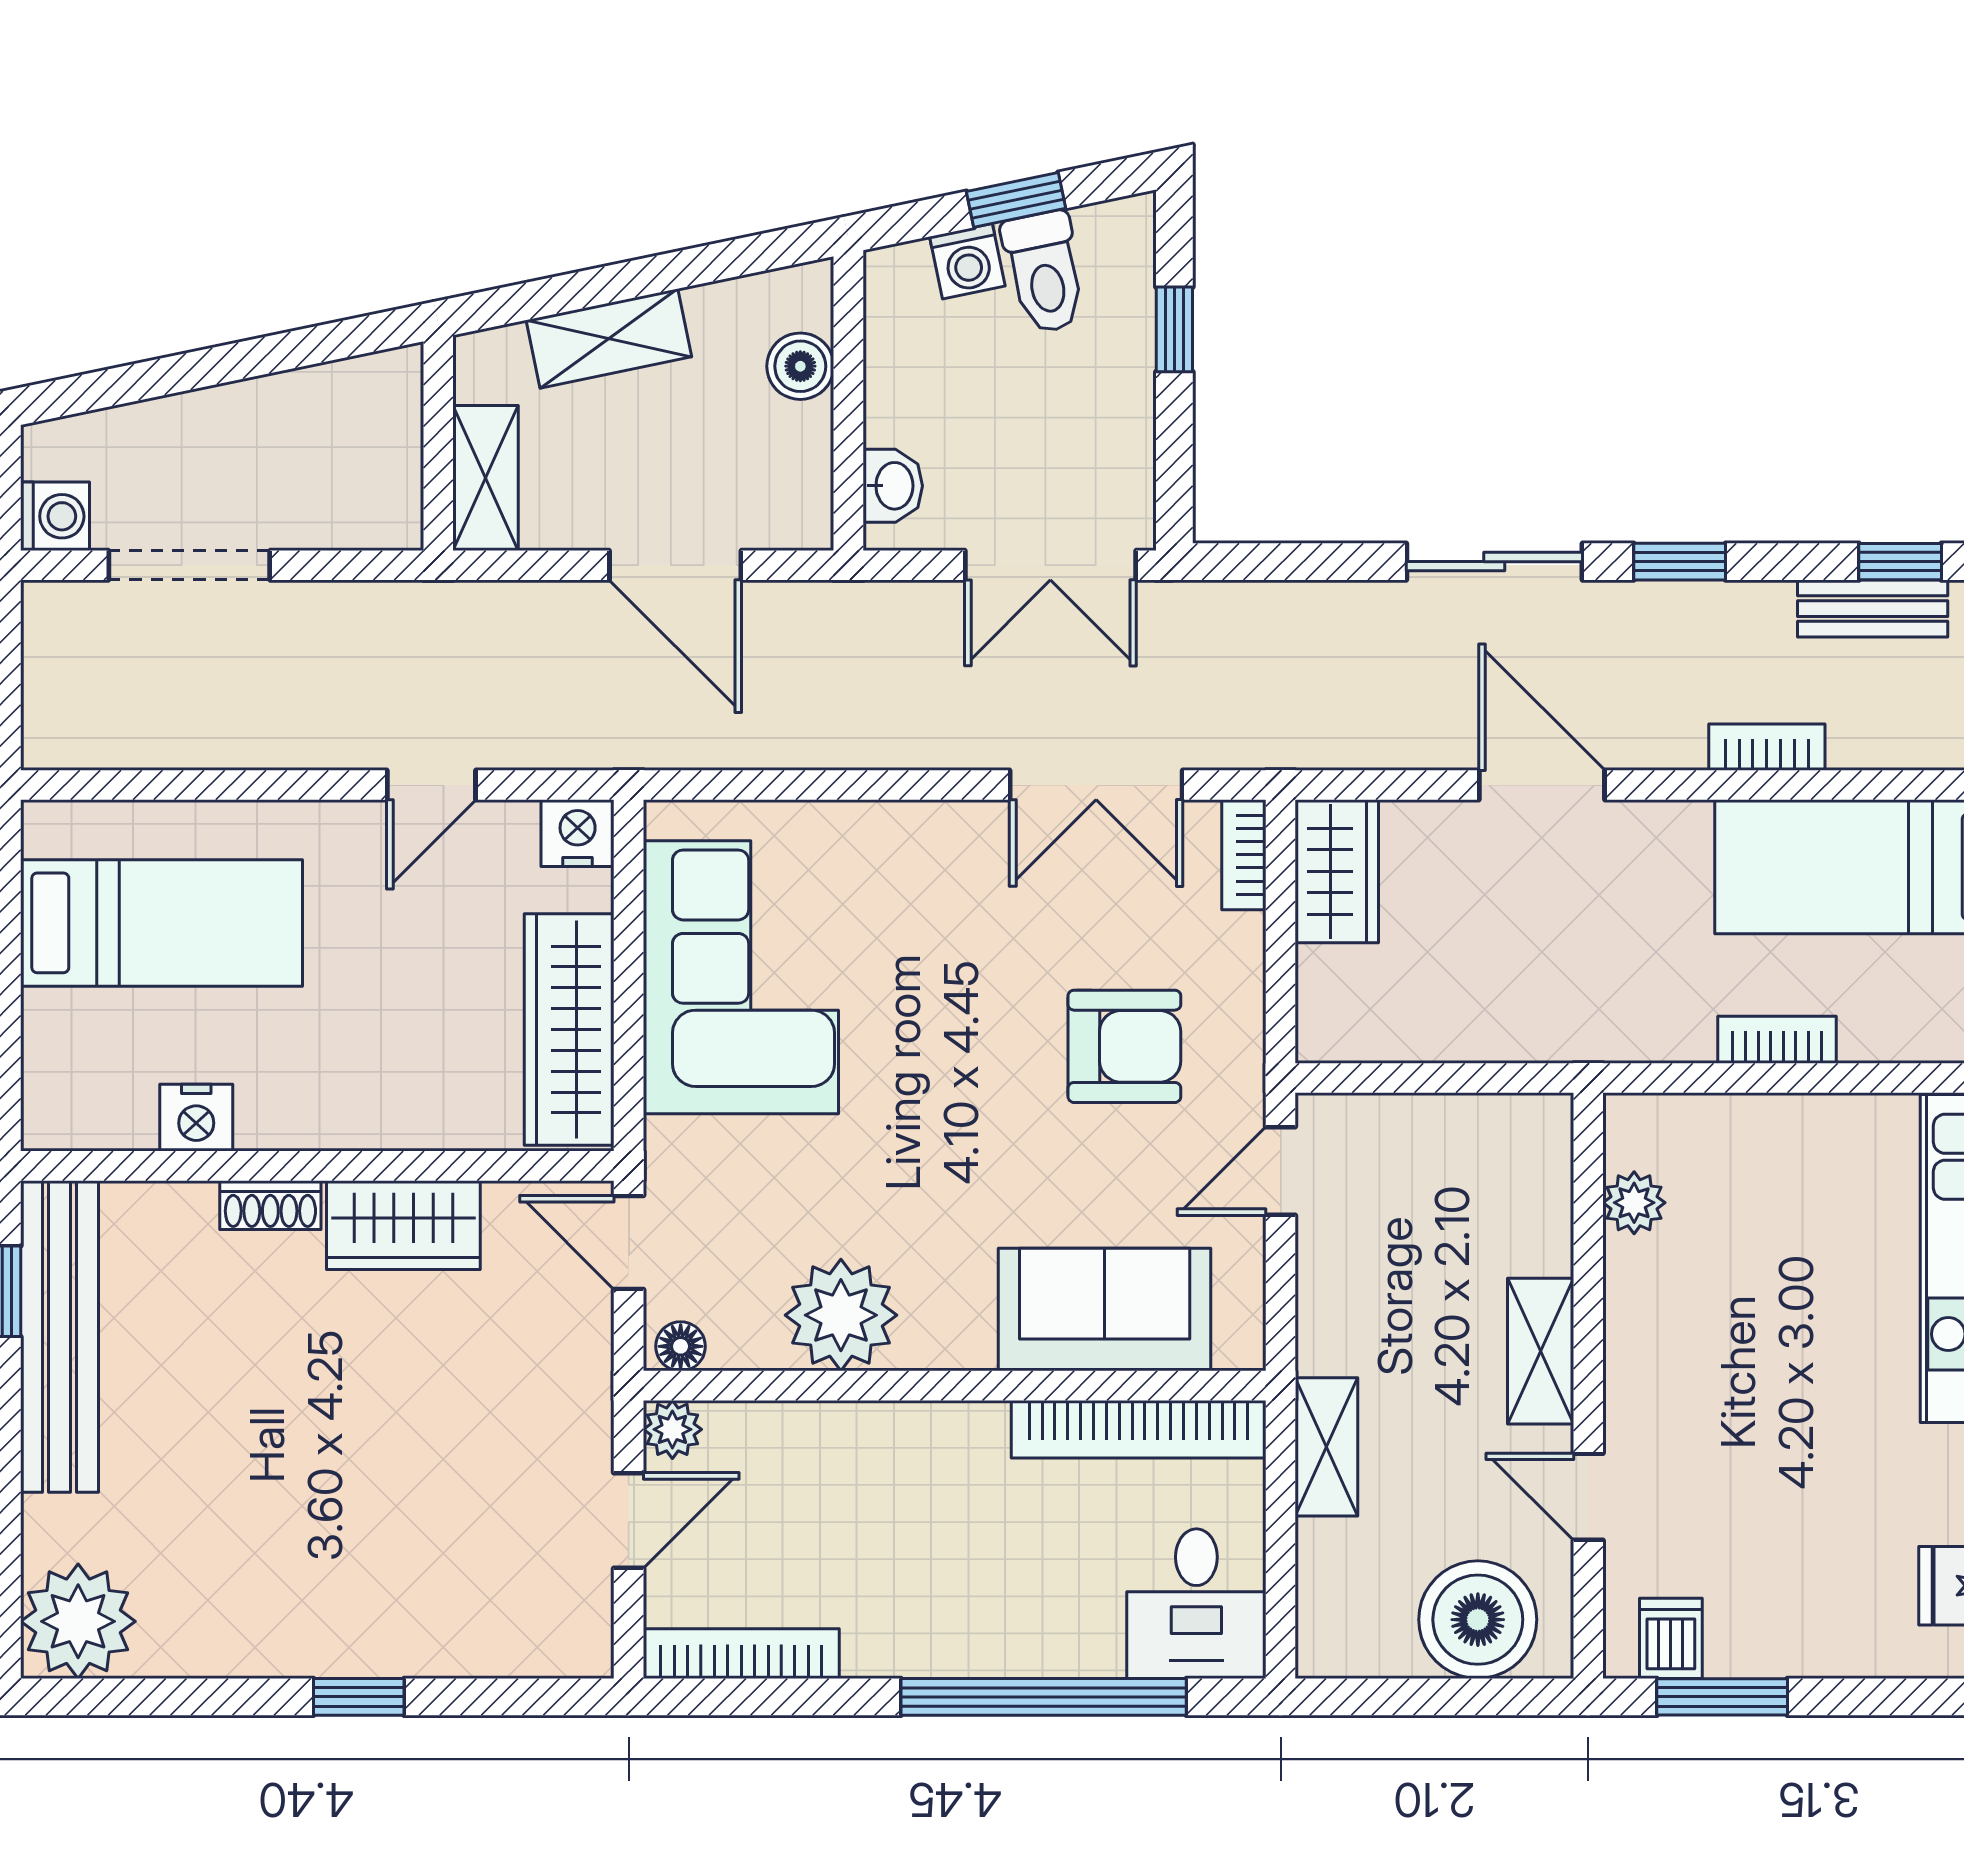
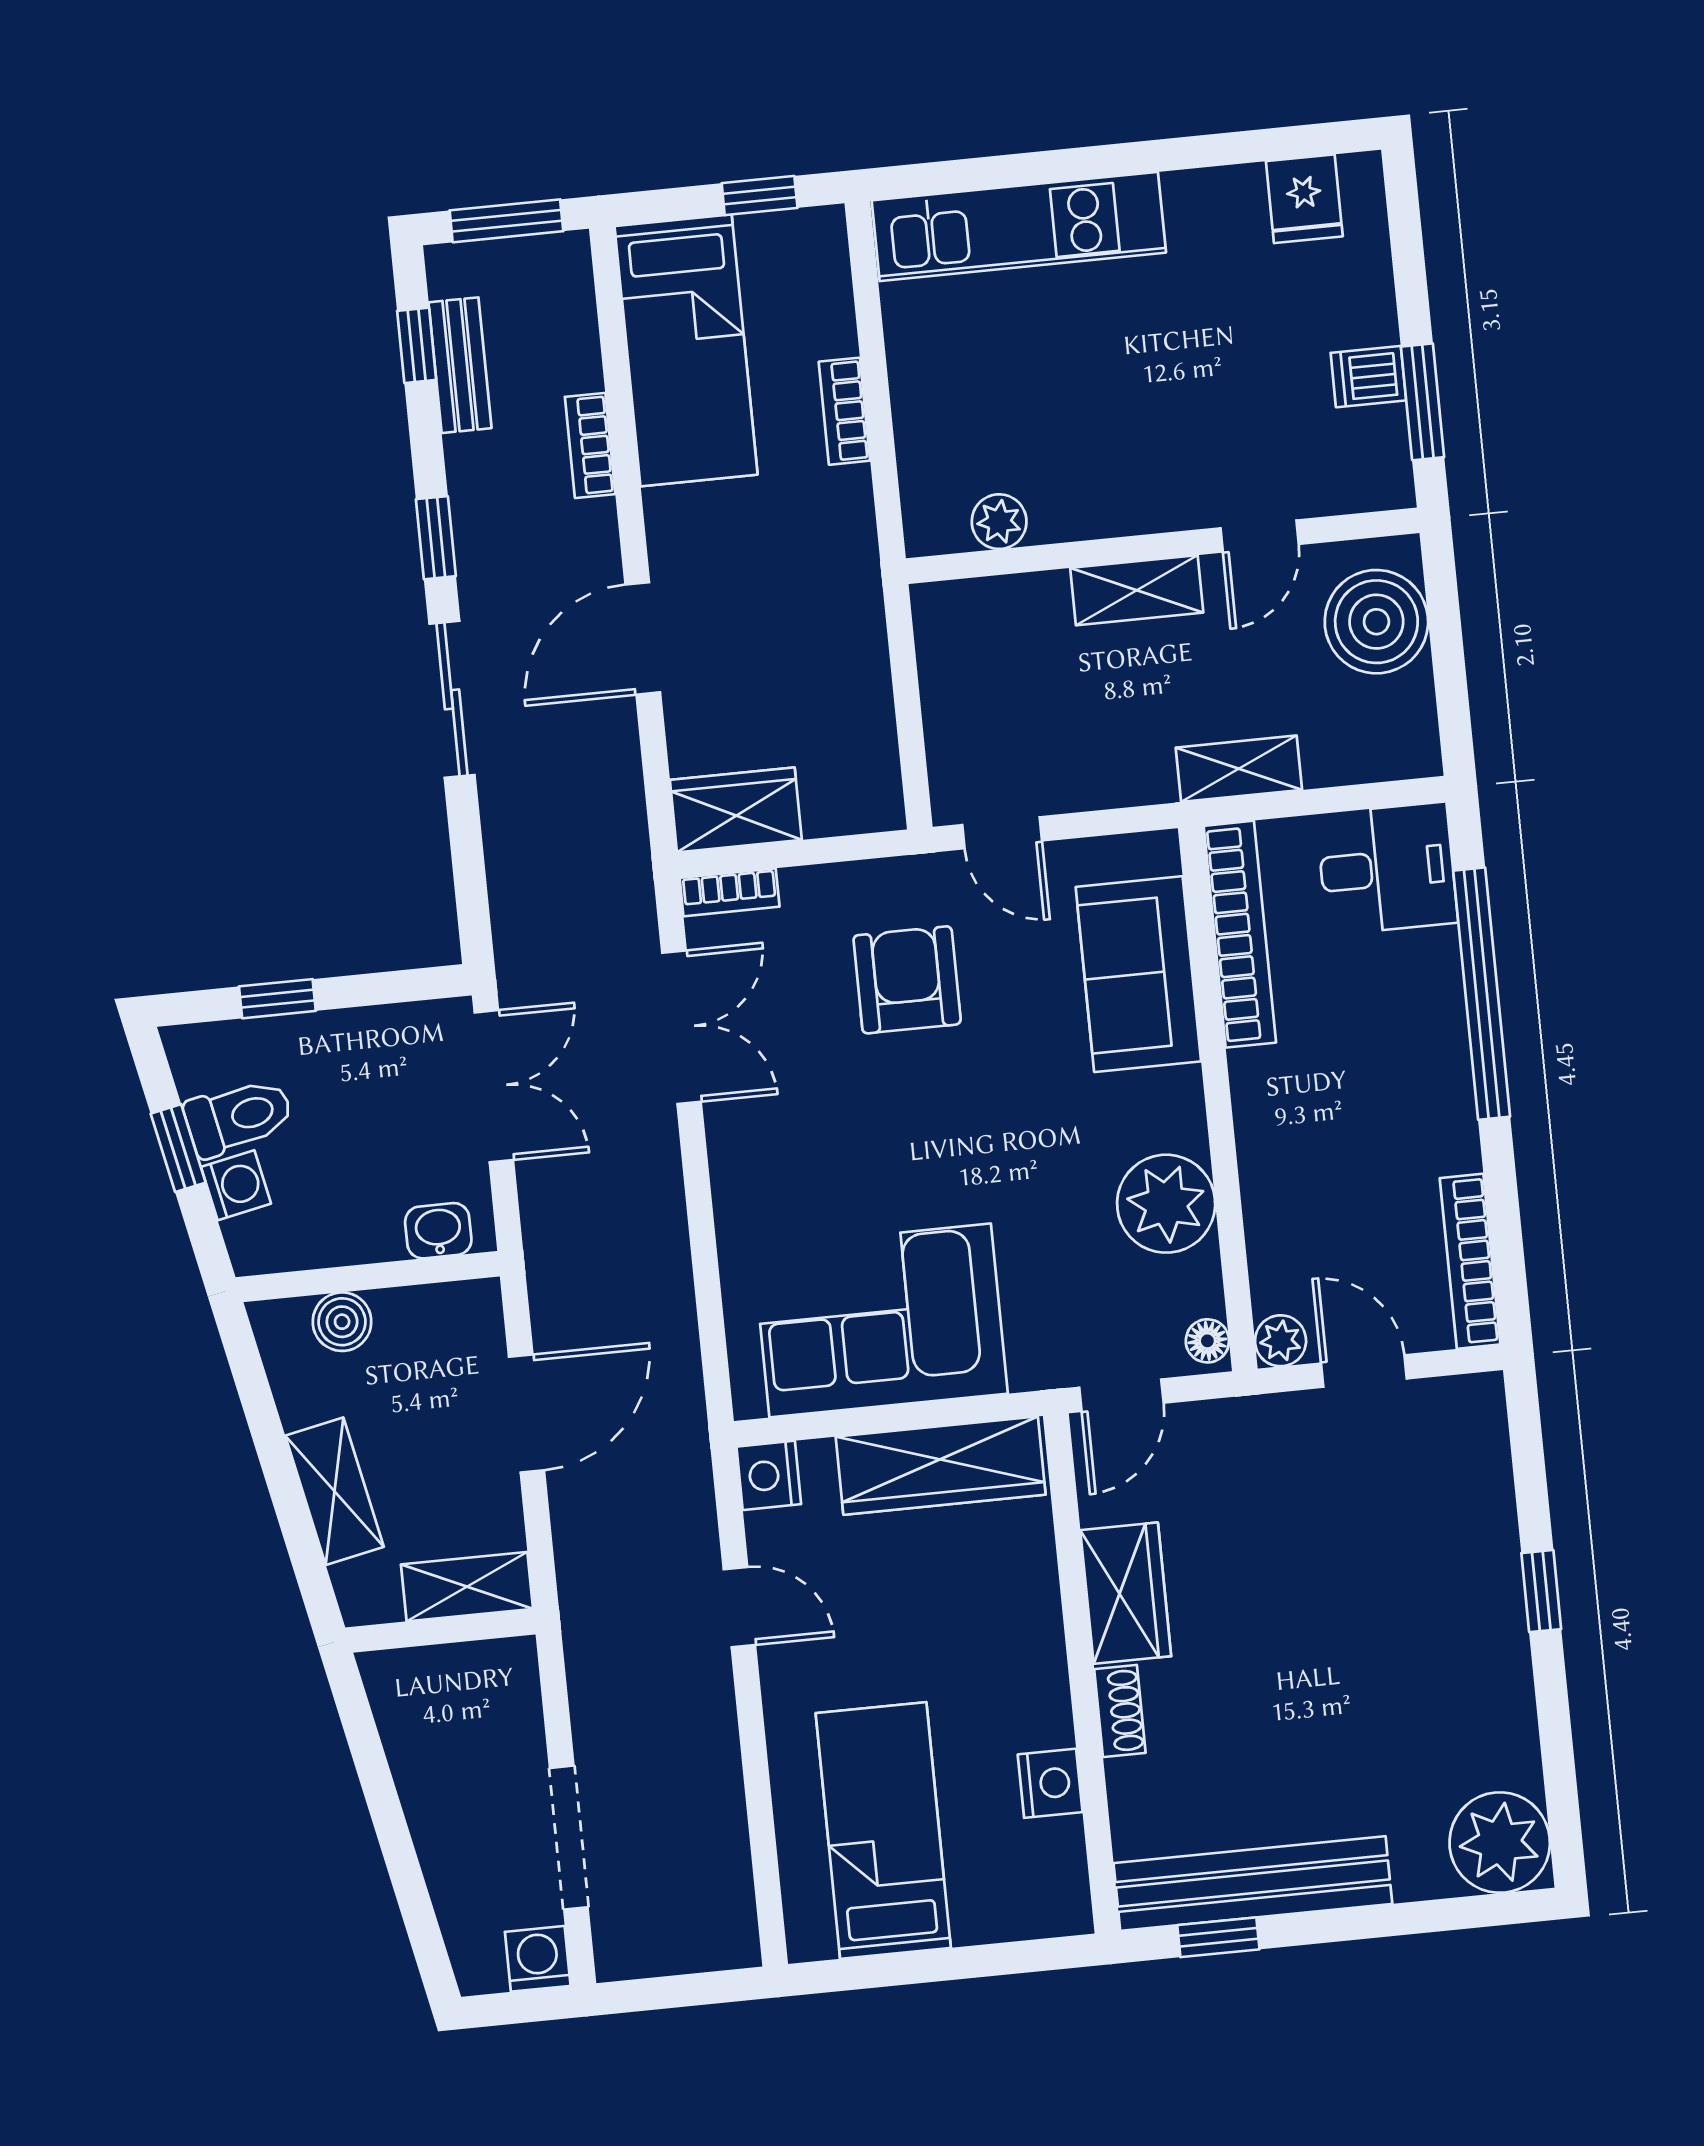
dishwasher: (1671, 1638) -> (1368, 377), moved

